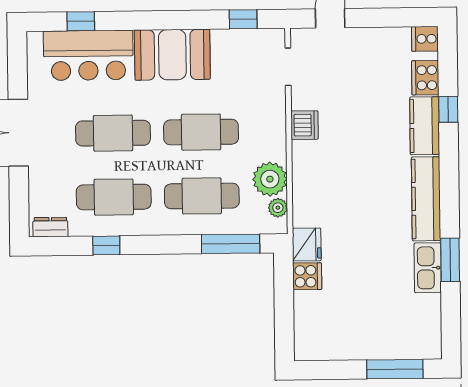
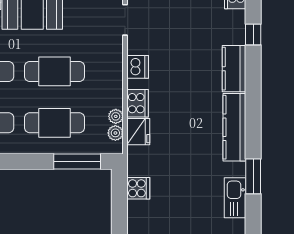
cooker: (425, 78) -> (138, 103), moved, turned 180
window: (448, 109) -> (253, 34), moved
plant: (270, 179) -> (116, 116), width x0.53, depth x0.53
fridge: (307, 244) -> (138, 132), moved
kitchen sink: (428, 268) -> (235, 198), moved

